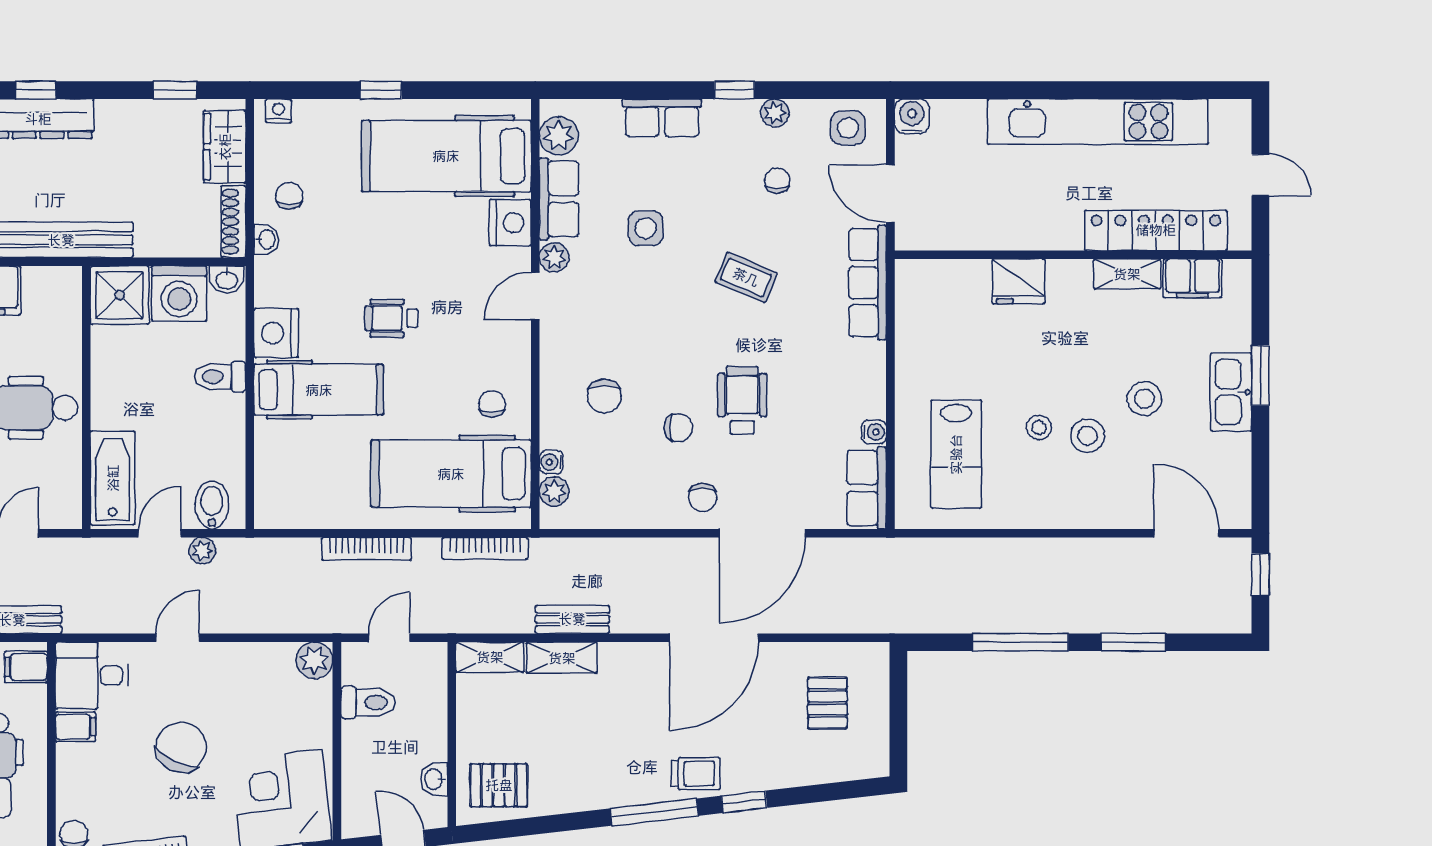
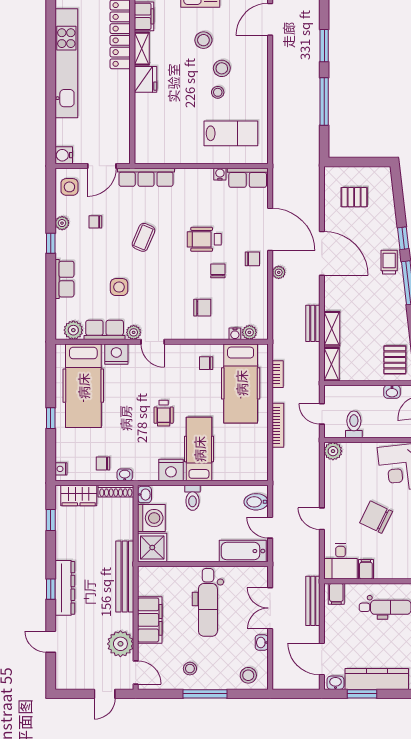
fridge: (1018, 281) -> (145, 79), moved
bookcase: (485, 548) -> (278, 374), width x0.64
plant: (202, 551) -> (279, 272), moved

